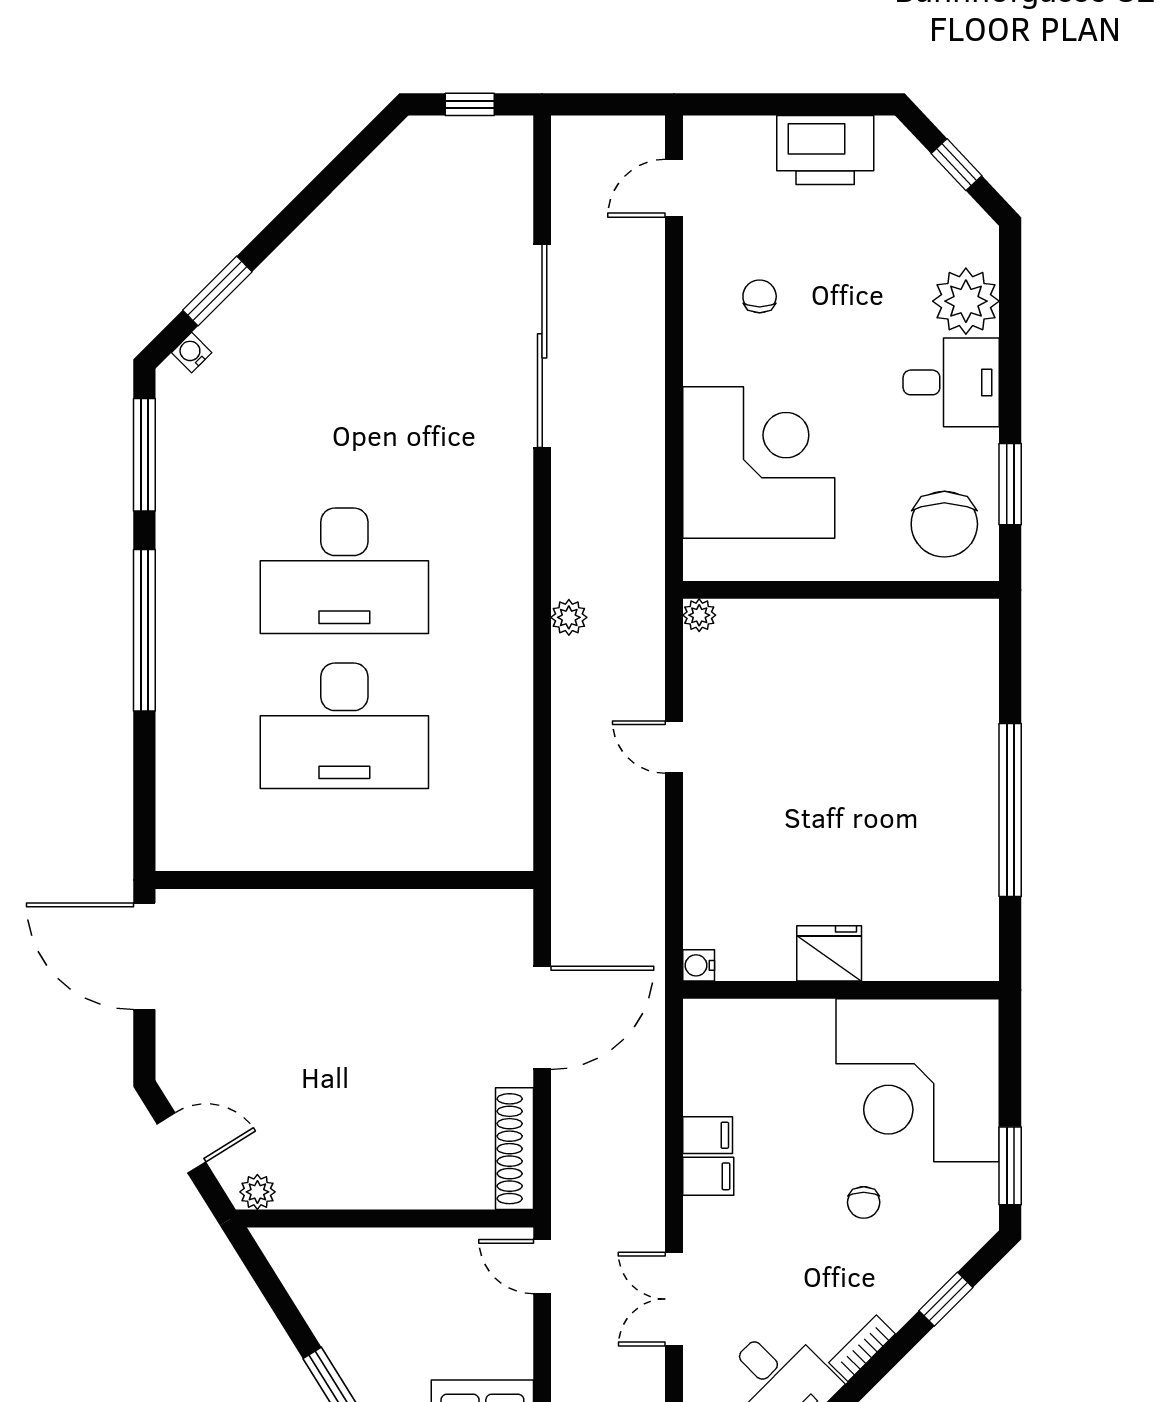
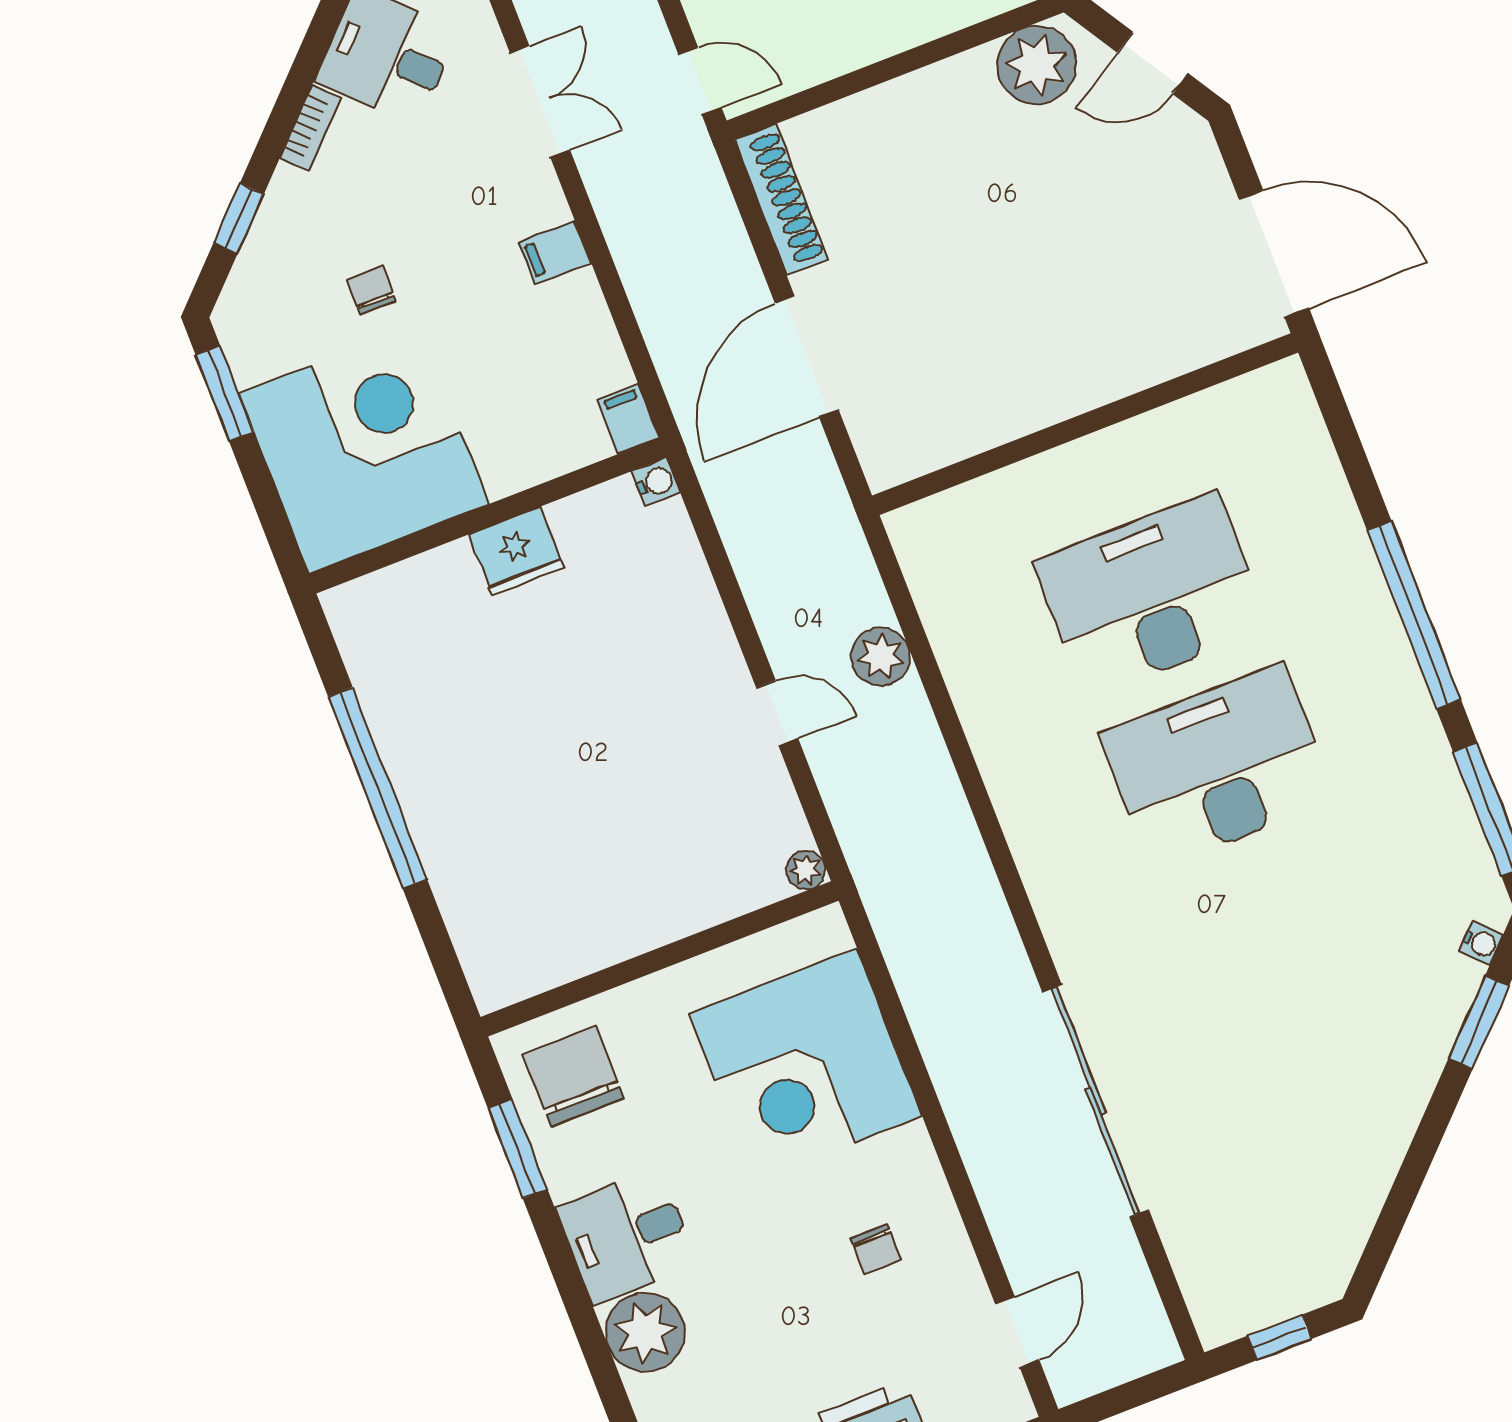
plant: (569, 617) -> (881, 657), moved, width x1.38, depth x1.38
filing cabinet: (708, 1135) -> (628, 419), moved, turned 90
plant: (257, 1192) -> (1037, 65), width x1.87, depth x1.87

